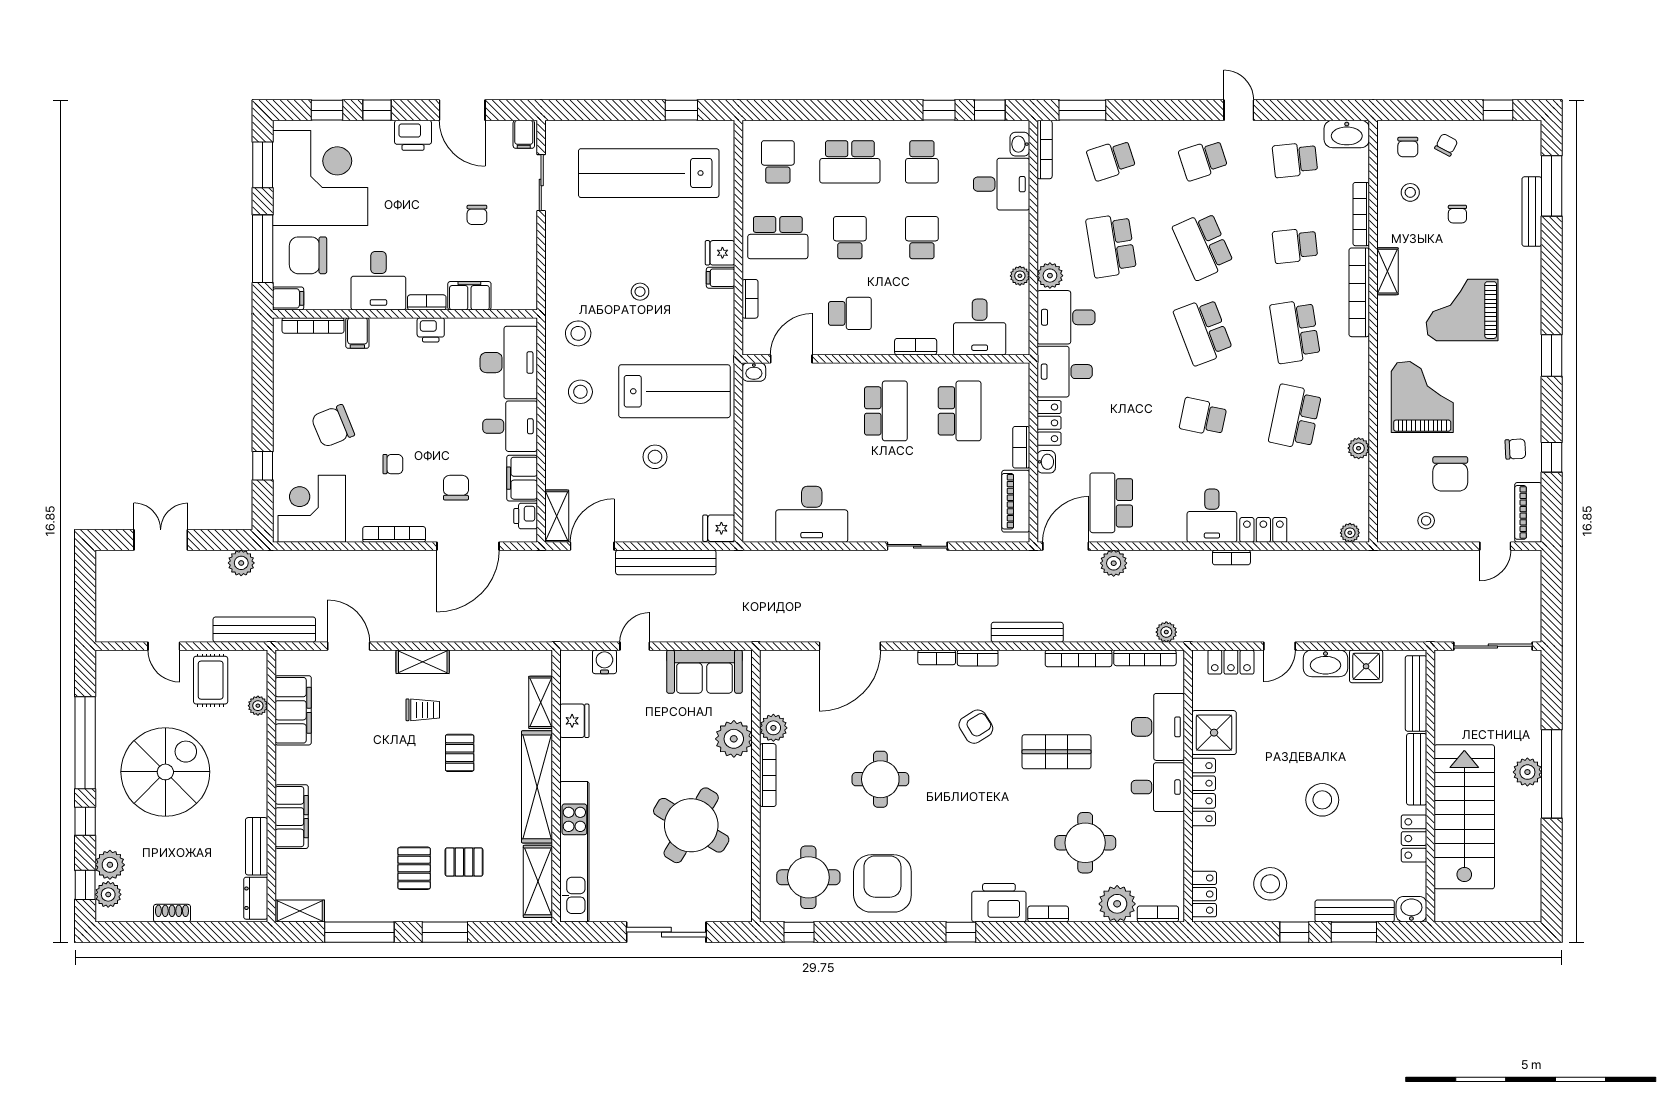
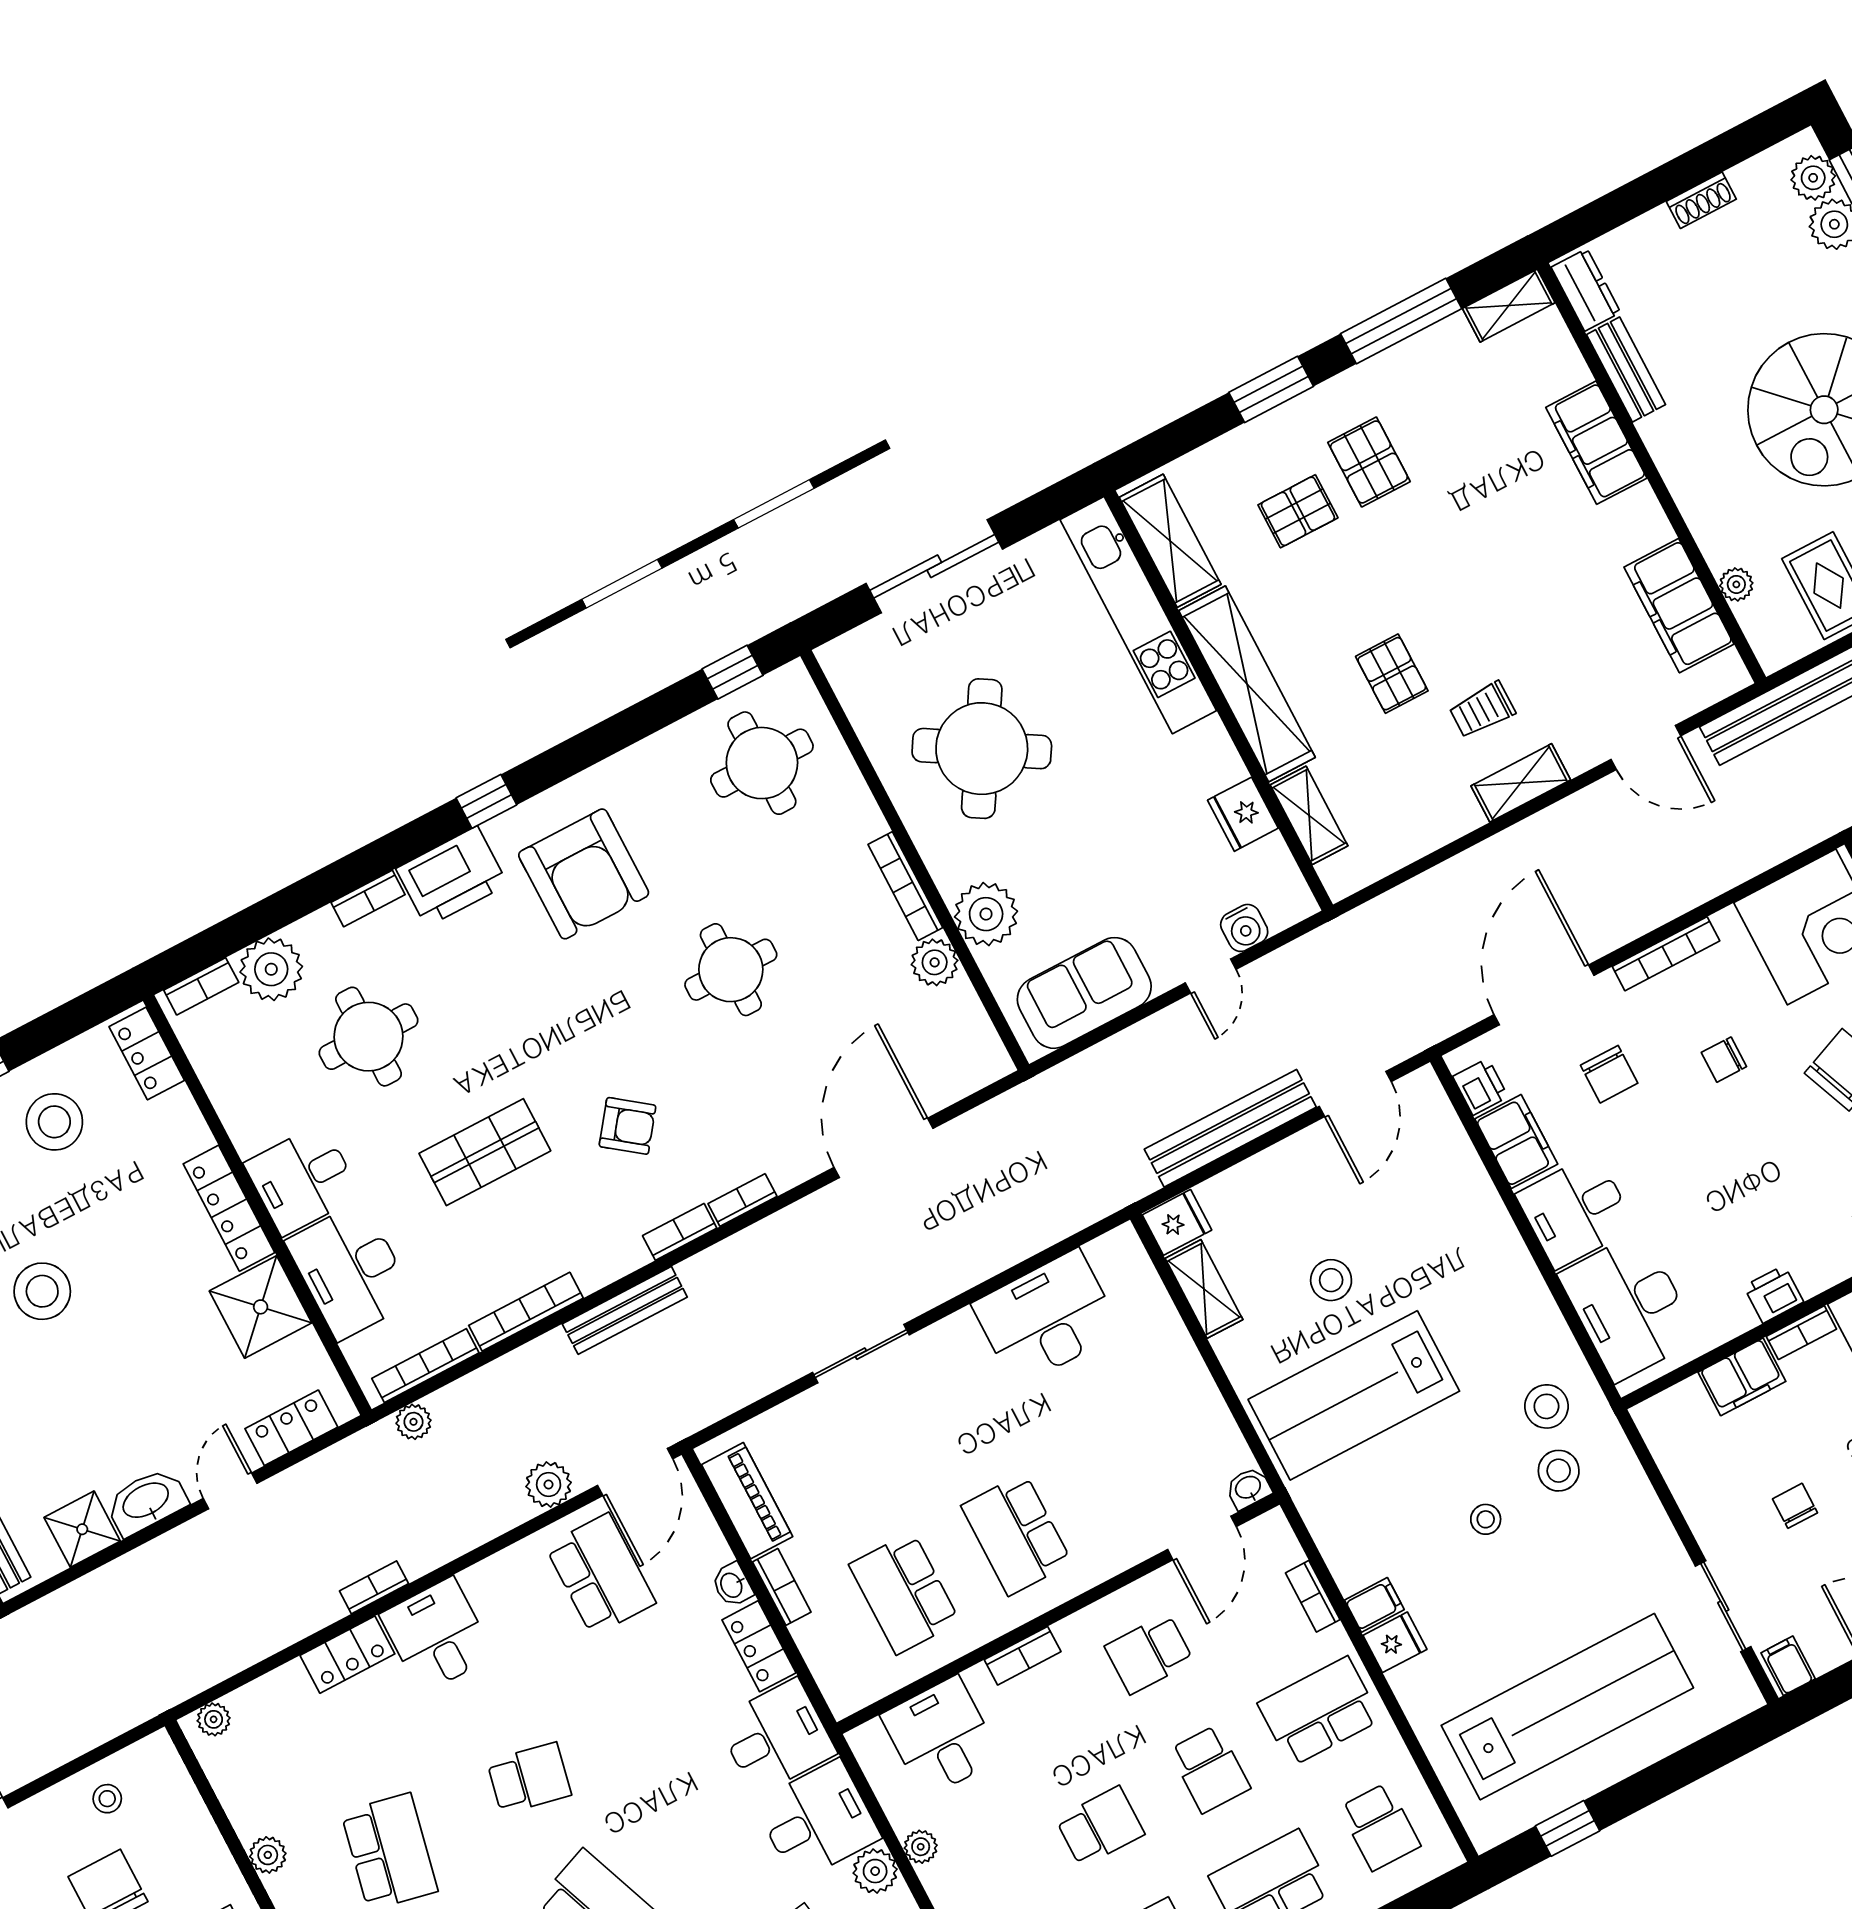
school desk: (922, 238) -> (1100, 1827), turned -90
stool: (580, 392) -> (1559, 1471), moved
shelving: (557, 516) -> (1204, 1289), moved
armchair: (976, 727) -> (628, 1126), turned -111
armchair: (882, 883) -> (584, 874), moved

